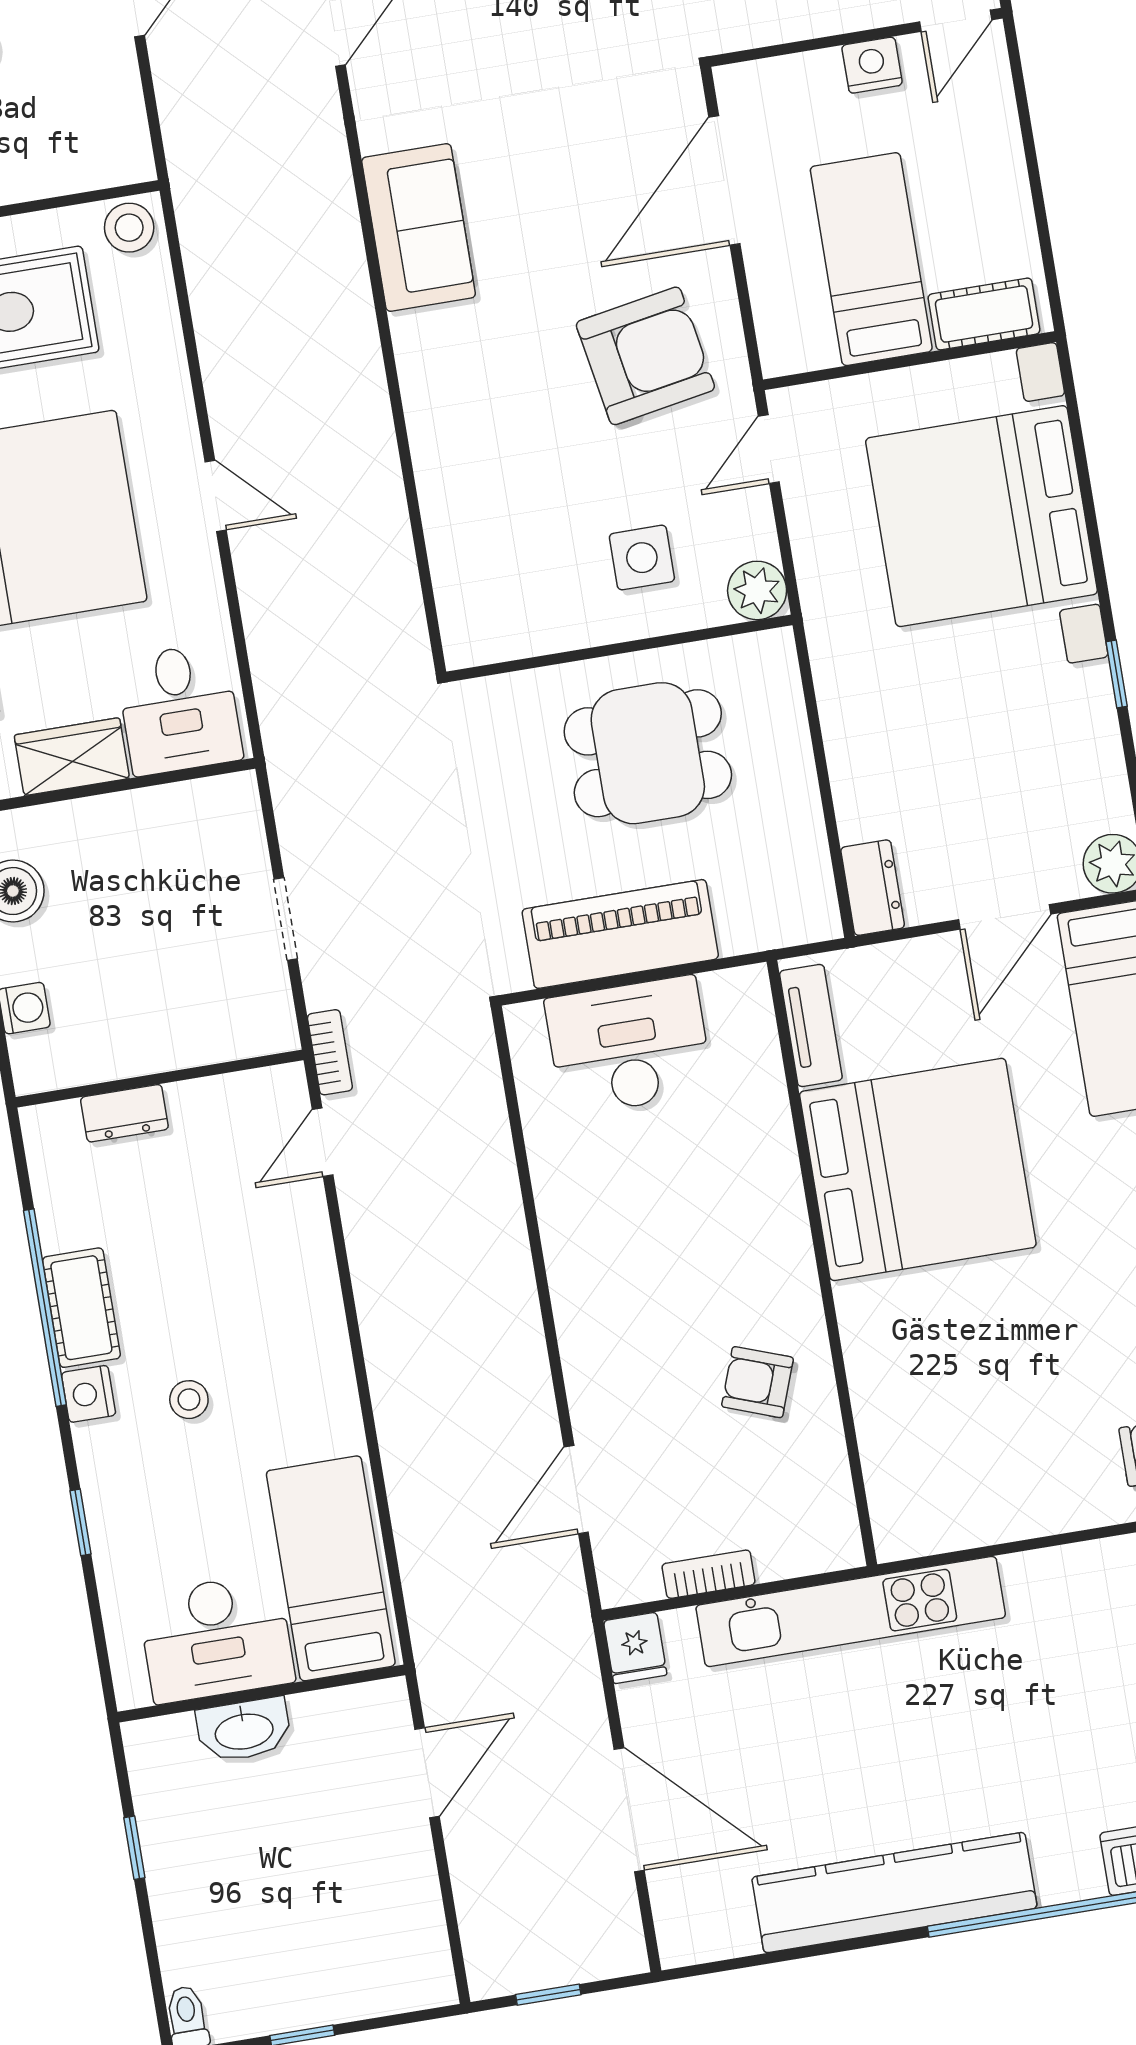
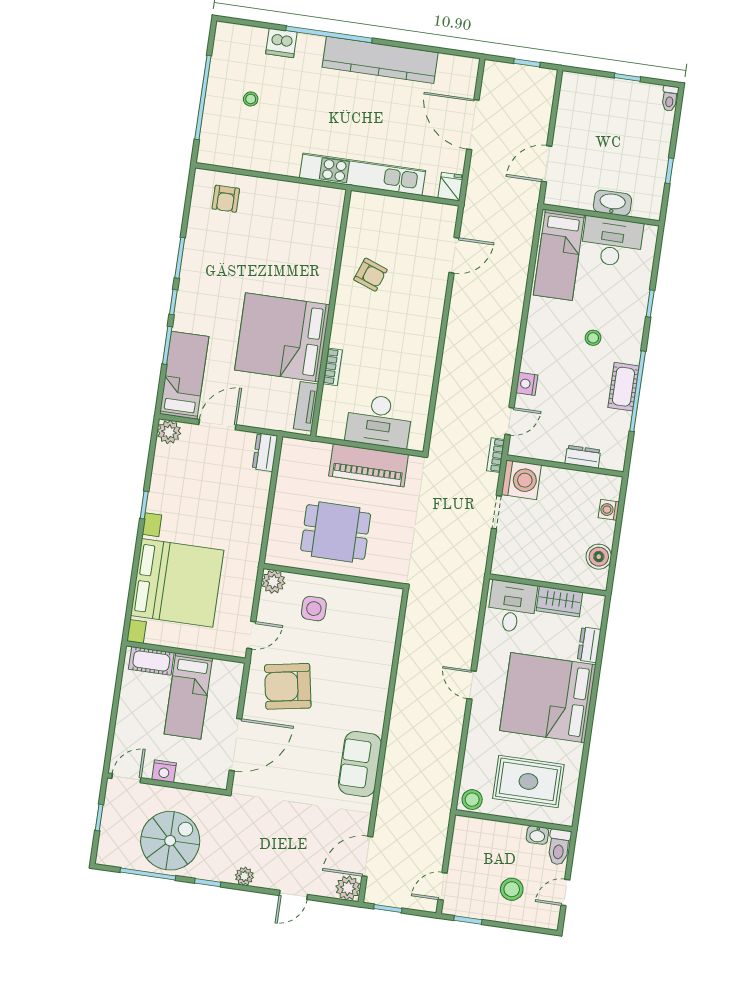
washing machine: (252, 1014) -> (521, 480), added
nightstand: (89, 1394) -> (527, 384), moved, turned 180
bookcase: (708, 1574) -> (333, 367), moved, turned -90

